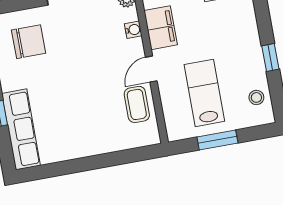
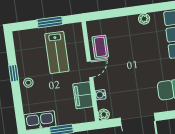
stool: (256, 97) -> (28, 83), moved
plant: (70, 151) -> (144, 19), added

